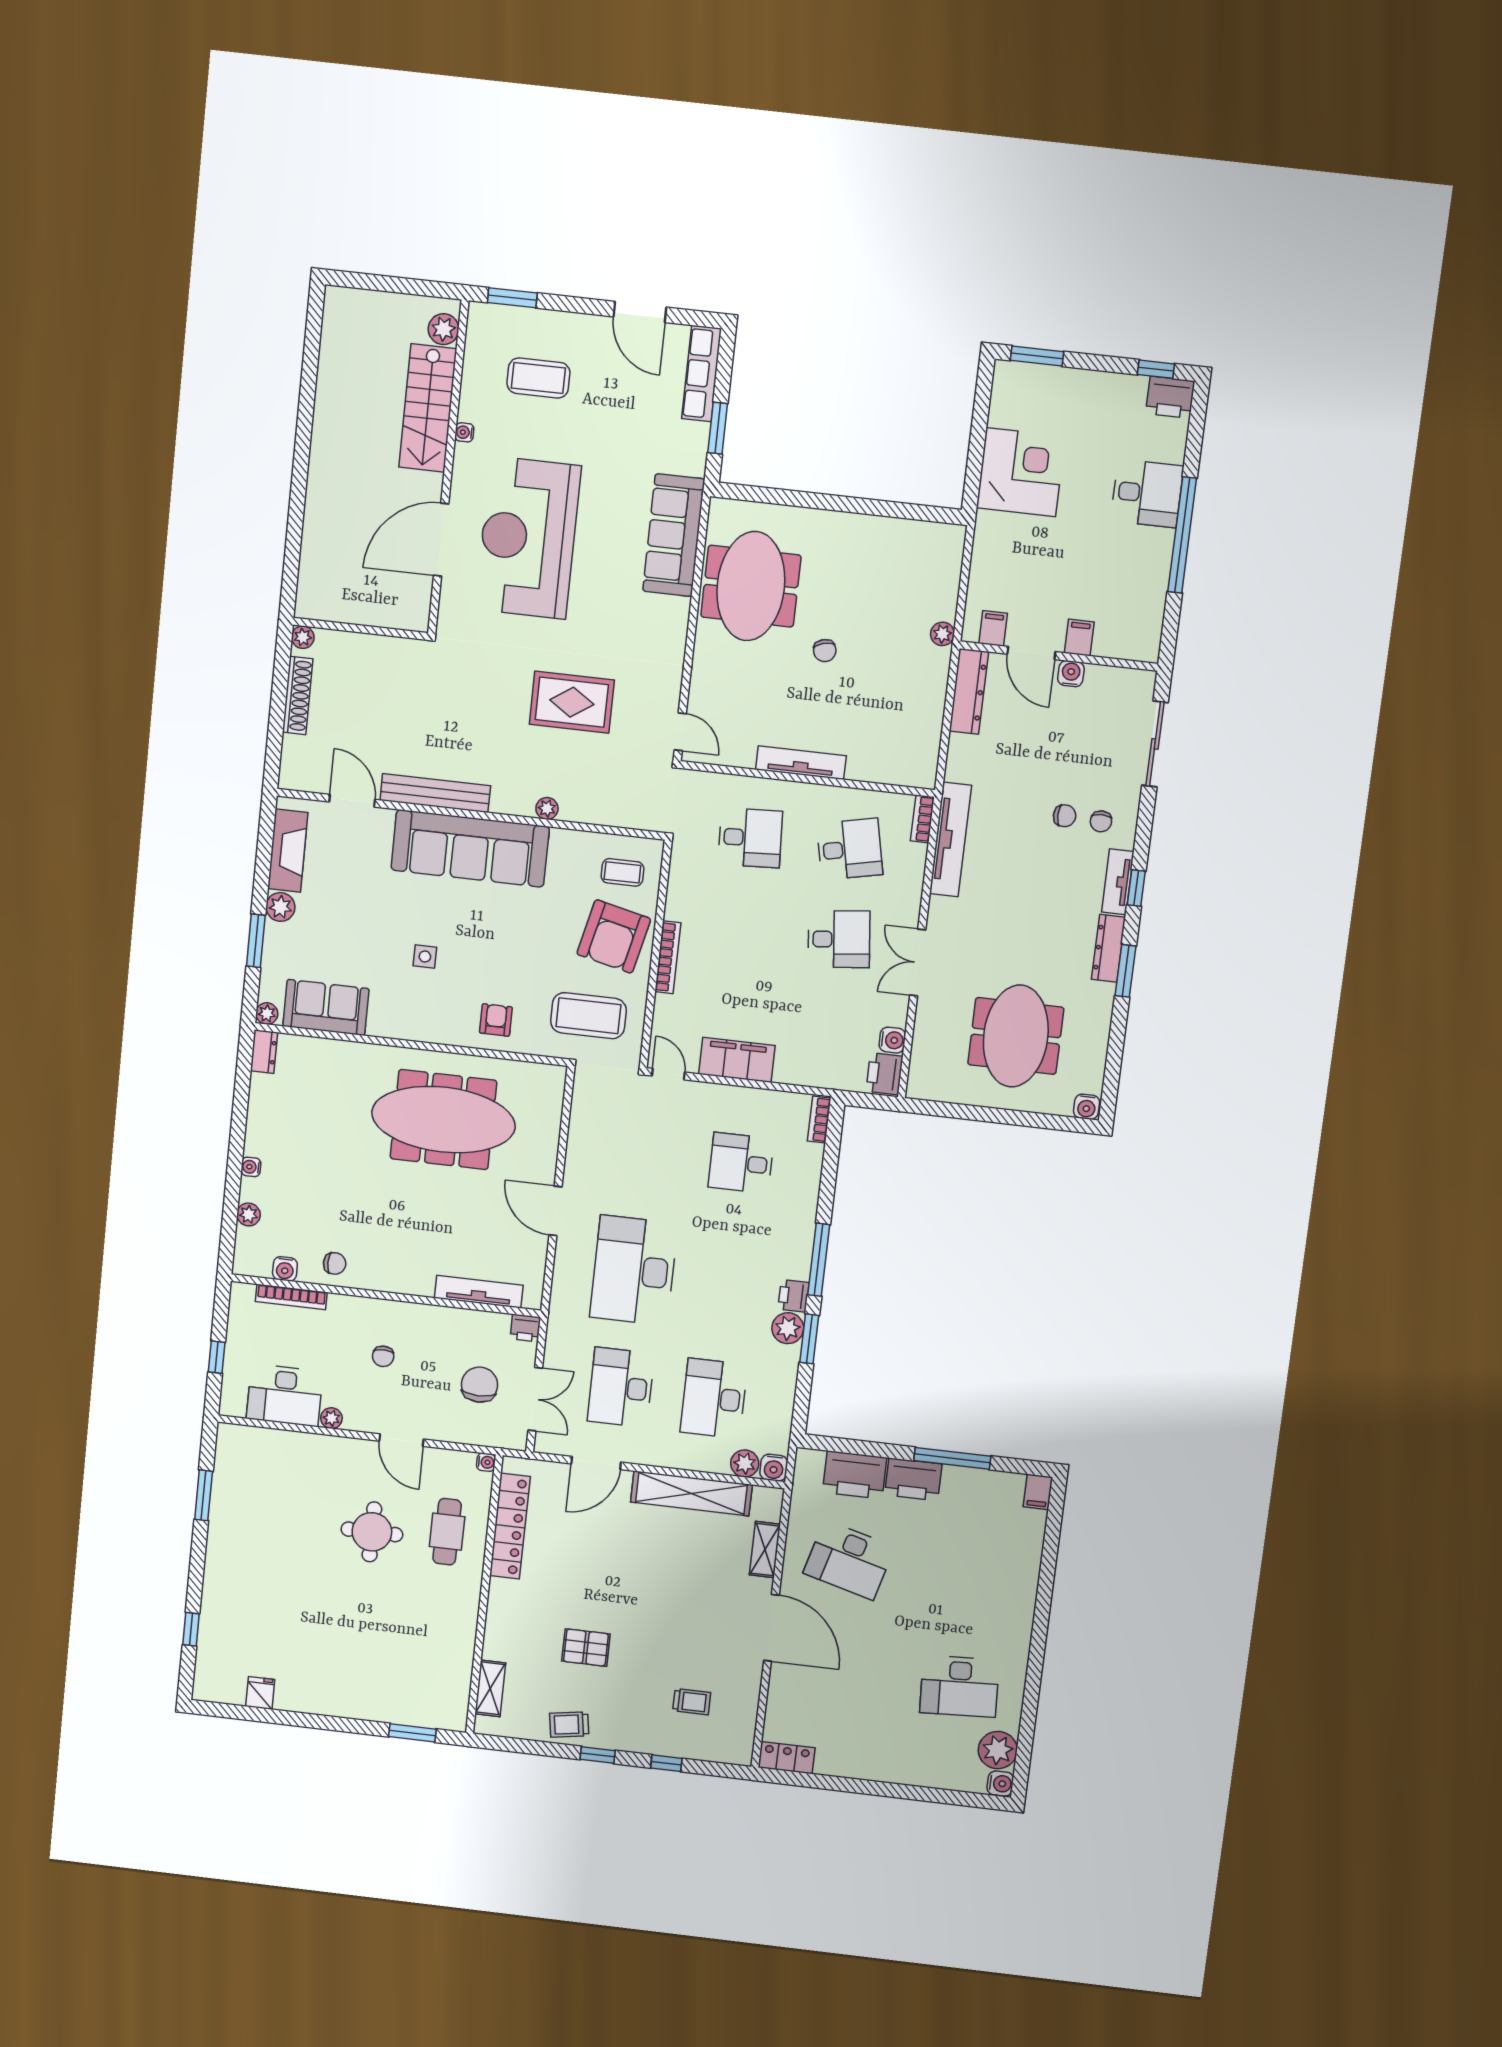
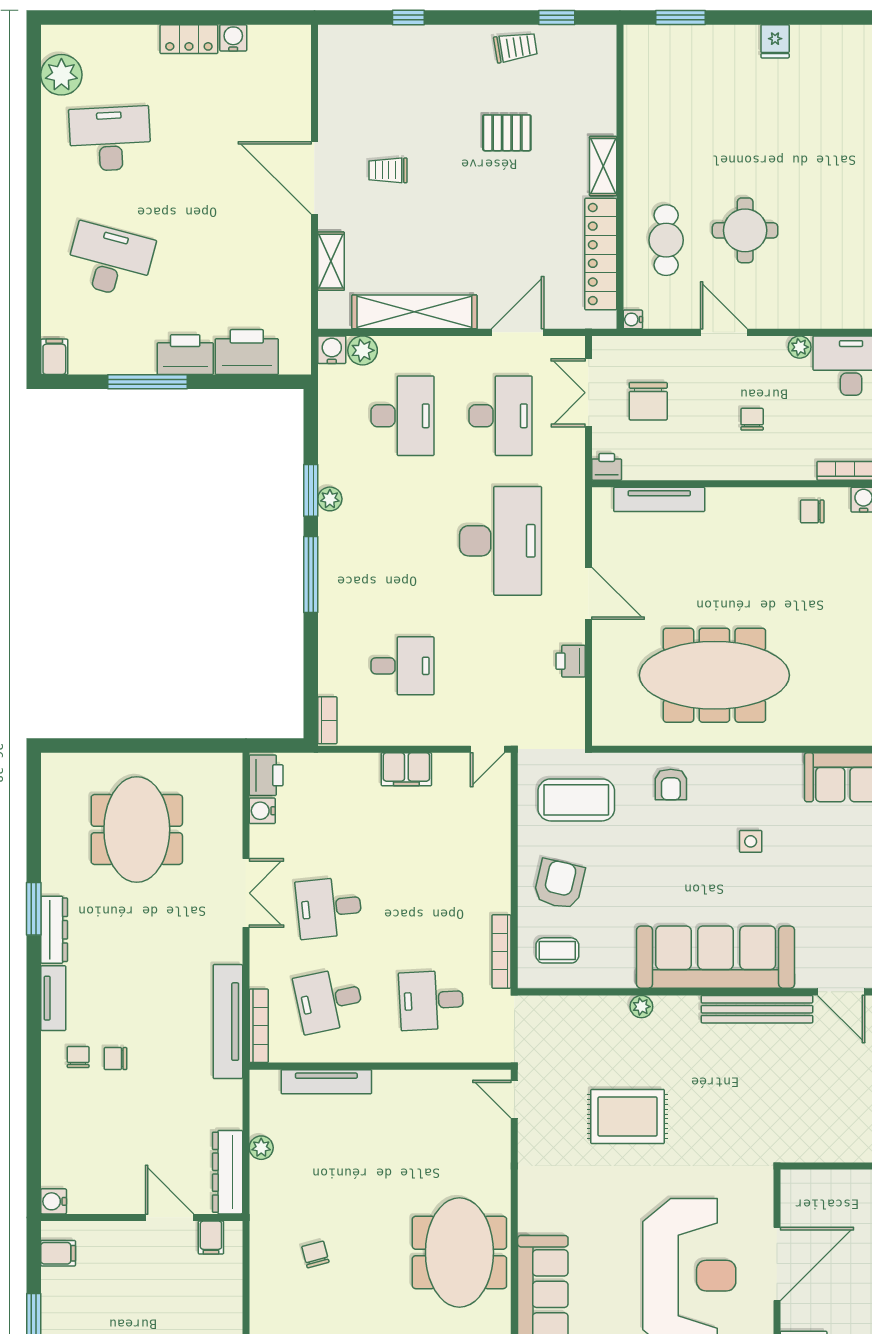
plant: (942, 634) -> (261, 1148), moved
filing cabinet: (1079, 638) -> (58, 1253), moved, turned -90
chair: (825, 651) -> (315, 1254), moved
water cooler: (1071, 674) -> (54, 1201), moved, turned 90
sliding door: (1155, 744) -> (34, 1141), removed
tv unit: (801, 763) -> (326, 1082), moved
bookcase: (922, 819) -> (259, 1026), width x1.56
window: (1136, 888) -> (34, 994), removed
armchair: (614, 936) -> (559, 884), width x0.73, depth x0.73
bookcase: (668, 957) -> (501, 952), moved
filing cabinet: (737, 1060) -> (406, 769), width x0.67, depth x0.86
door: (668, 1074) -> (488, 749), hinge flipped
water cooler: (1087, 1107) -> (55, 765), removed
printer: (793, 1296) -> (571, 661), moved, turned 180
plant: (788, 1328) -> (330, 499), width x0.73, depth x0.73
desk: (849, 1560) -> (110, 261), moved
shelving: (490, 1688) -> (603, 166), moved
fridge: (260, 1693) -> (775, 41), moved
trolley: (692, 1702) -> (388, 170), moved
window: (598, 1755) -> (557, 17), moved
locker: (787, 1758) -> (189, 39), moved
water cooler: (1000, 1784) -> (233, 38), moved, turned 90

